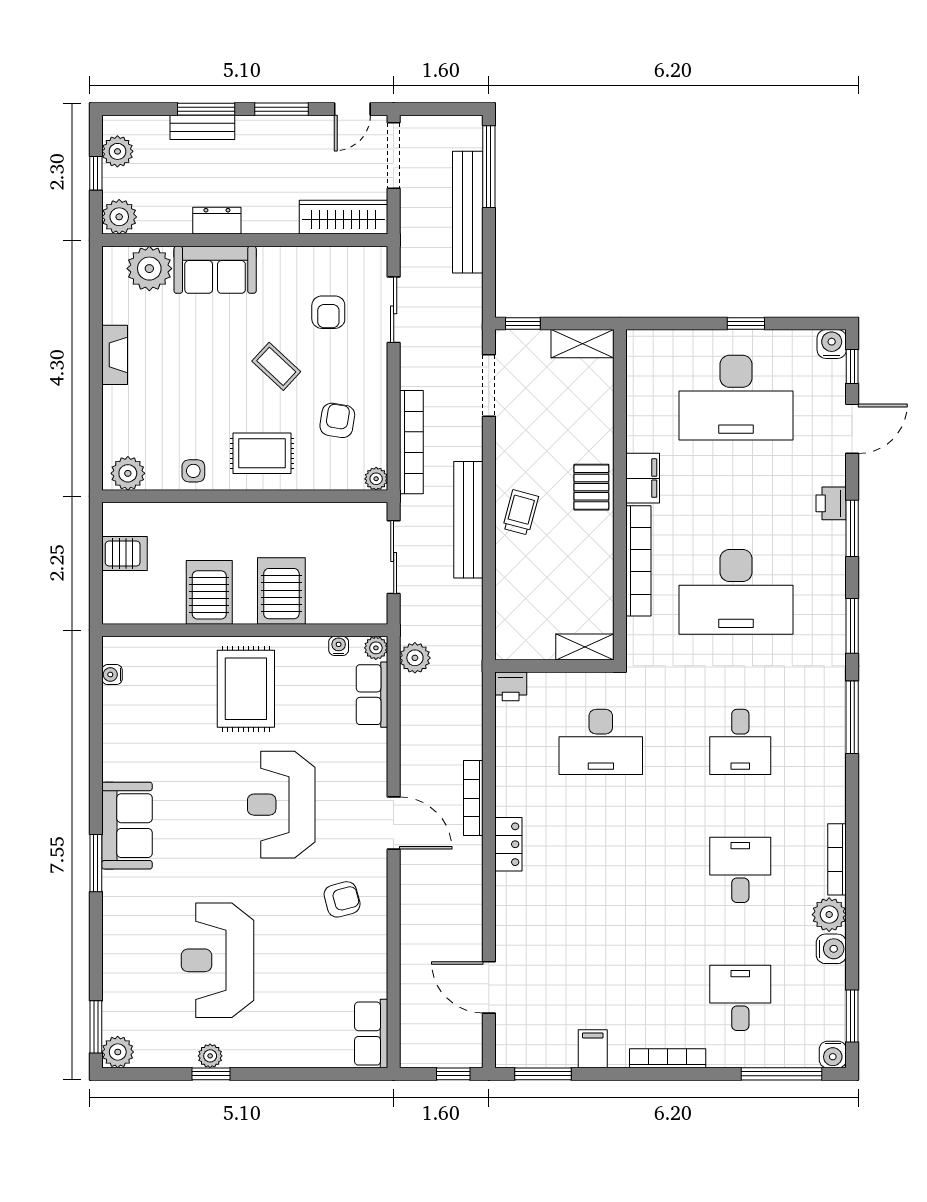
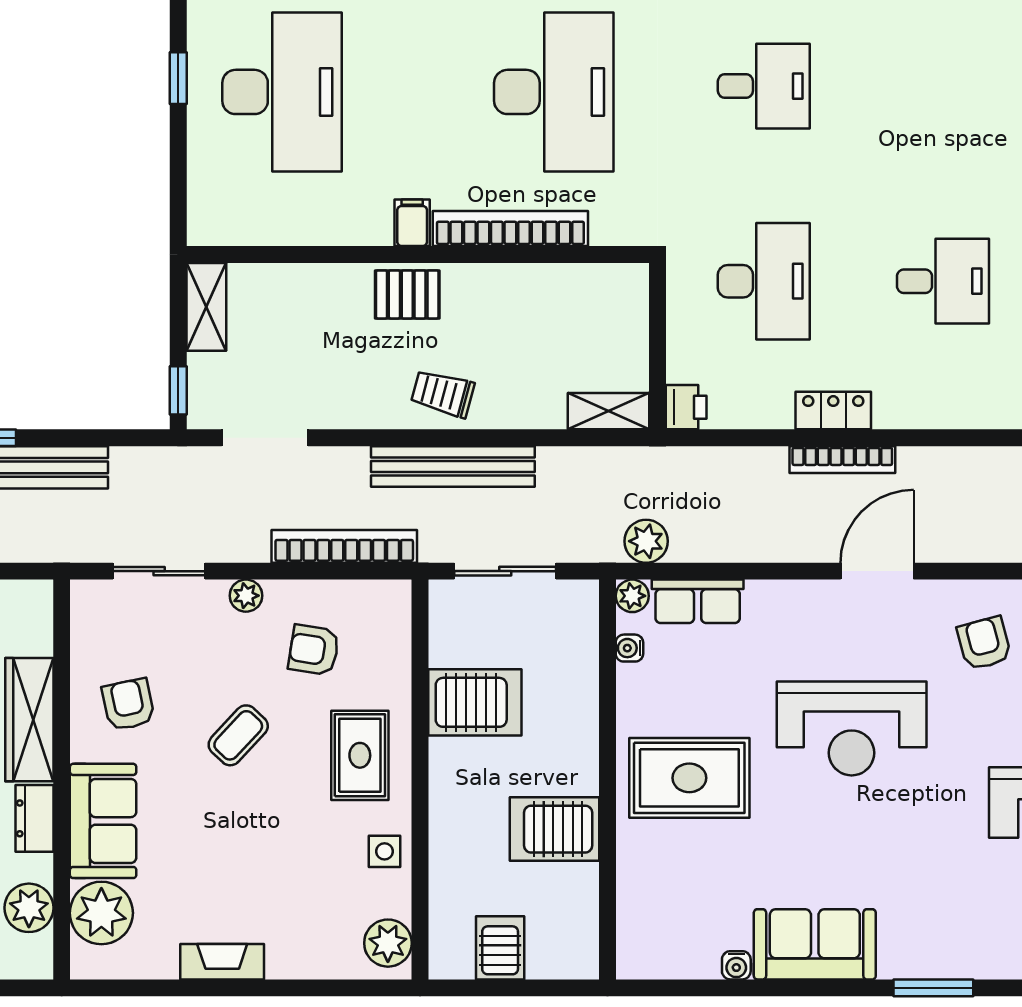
plant: (119, 217) -> (29, 908), moved
wardrobe: (343, 217) -> (29, 720), moved
armchair: (328, 312) -> (128, 705), moved, turned -102
filing cabinet: (643, 478) -> (412, 223), width x0.50
plant: (376, 479) -> (246, 596), moved
server rack: (281, 591) -> (475, 702), moved, turned 180
shelving: (585, 647) -> (608, 411), moved, turned 90
water cooler: (112, 675) -> (736, 965), moved
sofa: (127, 826) -> (815, 944), moved
locker: (508, 844) -> (833, 411), moved
desk: (740, 870) -> (943, 281), moved, turned 180

